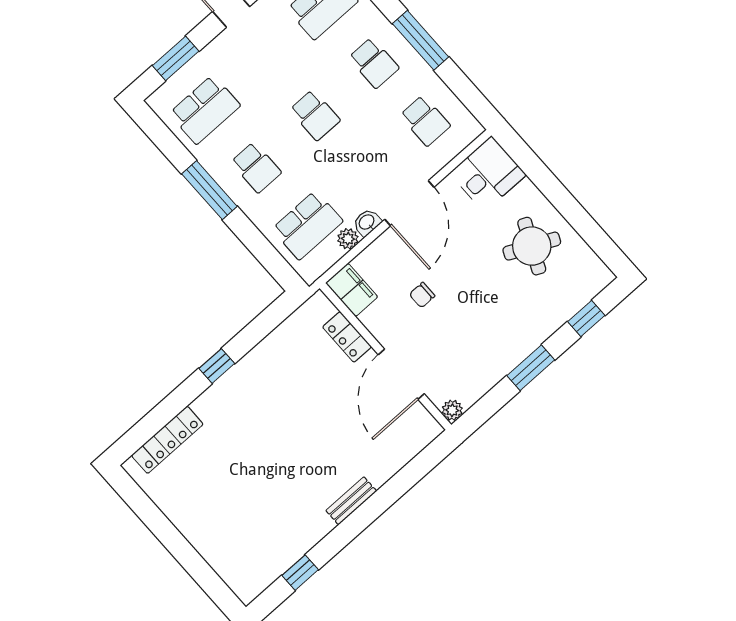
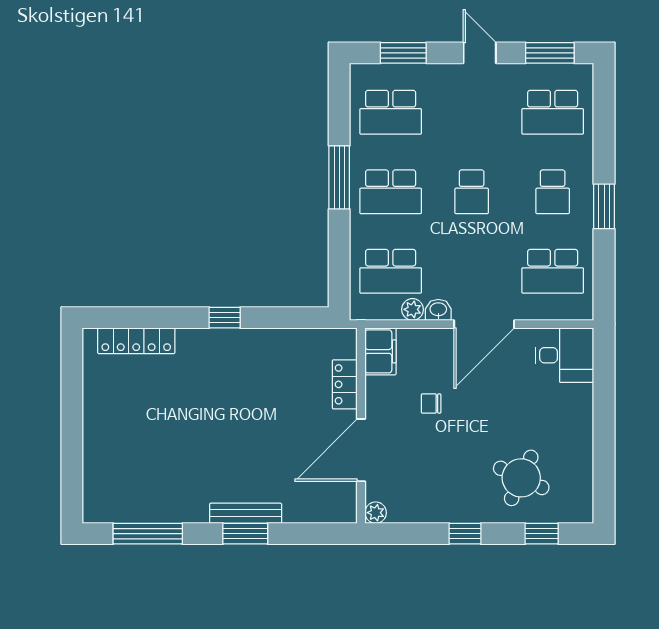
window: (421, 40) -> (604, 206), width x0.69
school desk: (425, 121) -> (553, 271), width x1.85
school desk: (256, 167) -> (391, 192), width x1.85
round table: (532, 246) -> (521, 478), moved
window: (531, 368) -> (465, 534), width x0.67
bench: (351, 501) -> (246, 513), width x1.36
window: (371, 510) -> (245, 534), added
window: (300, 573) -> (148, 534), width x2.17

